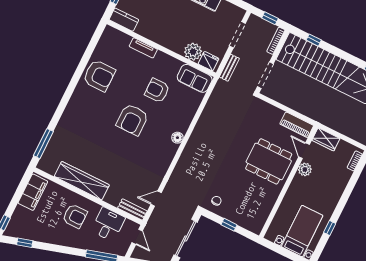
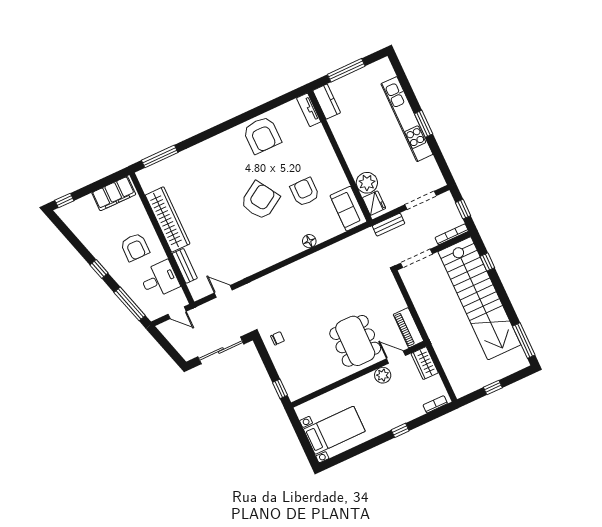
tv unit: (143, 48) -> (309, 110), moved
armchair: (132, 120) -> (260, 200), turned 148
floor lamp: (177, 138) -> (309, 241), moved
door: (304, 151) -> (396, 357), hinge flipped
bench: (132, 210) -> (185, 266), moved
window: (229, 225) -> (280, 389), moved
window: (330, 228) -> (400, 430), moved
door: (137, 237) -> (177, 313), hinge flipped
window: (25, 243) -> (99, 269), moved

